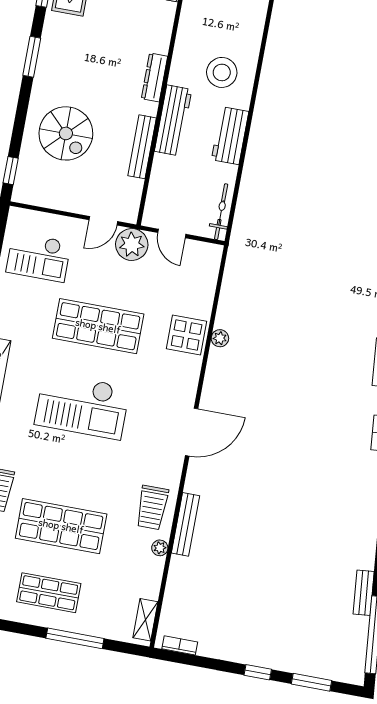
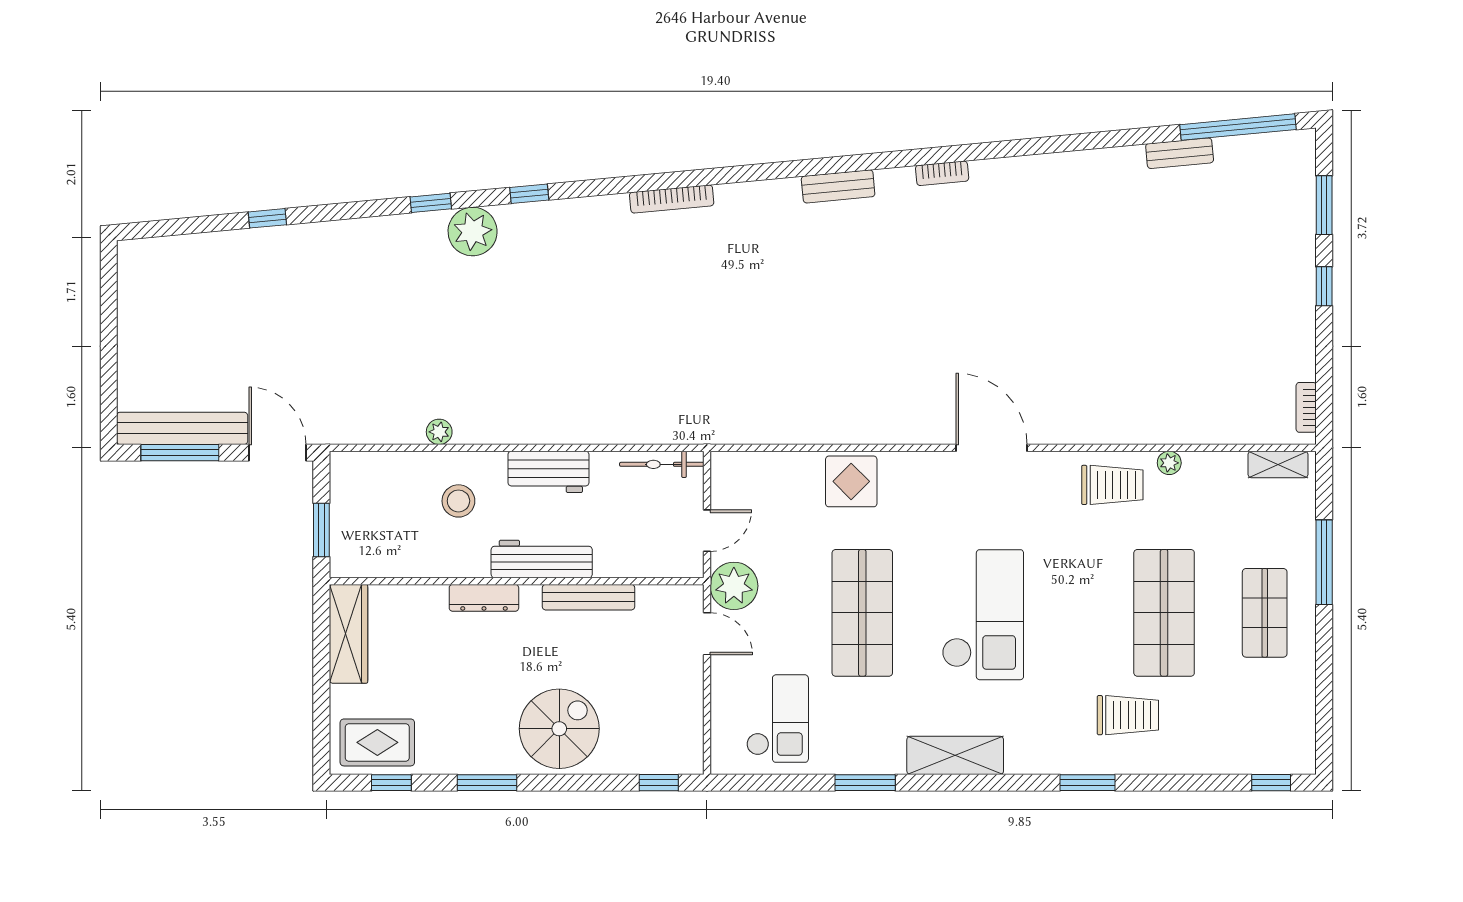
stool: (222, 72) -> (458, 501), width x0.73, depth x0.73
spiral stairs: (66, 133) -> (559, 729), moved
plant: (220, 338) -> (439, 432), moved
bench: (185, 524) -> (1128, 432), removed

